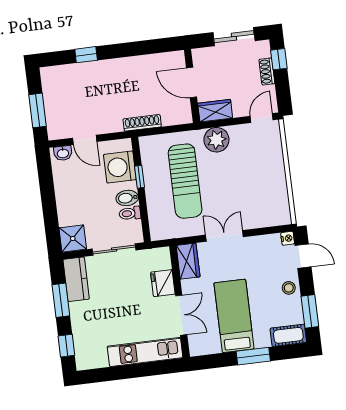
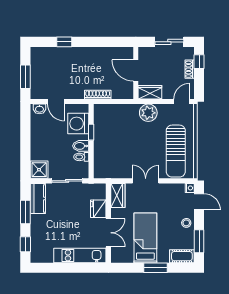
sun lounger: (185, 181) -> (176, 151), moved

